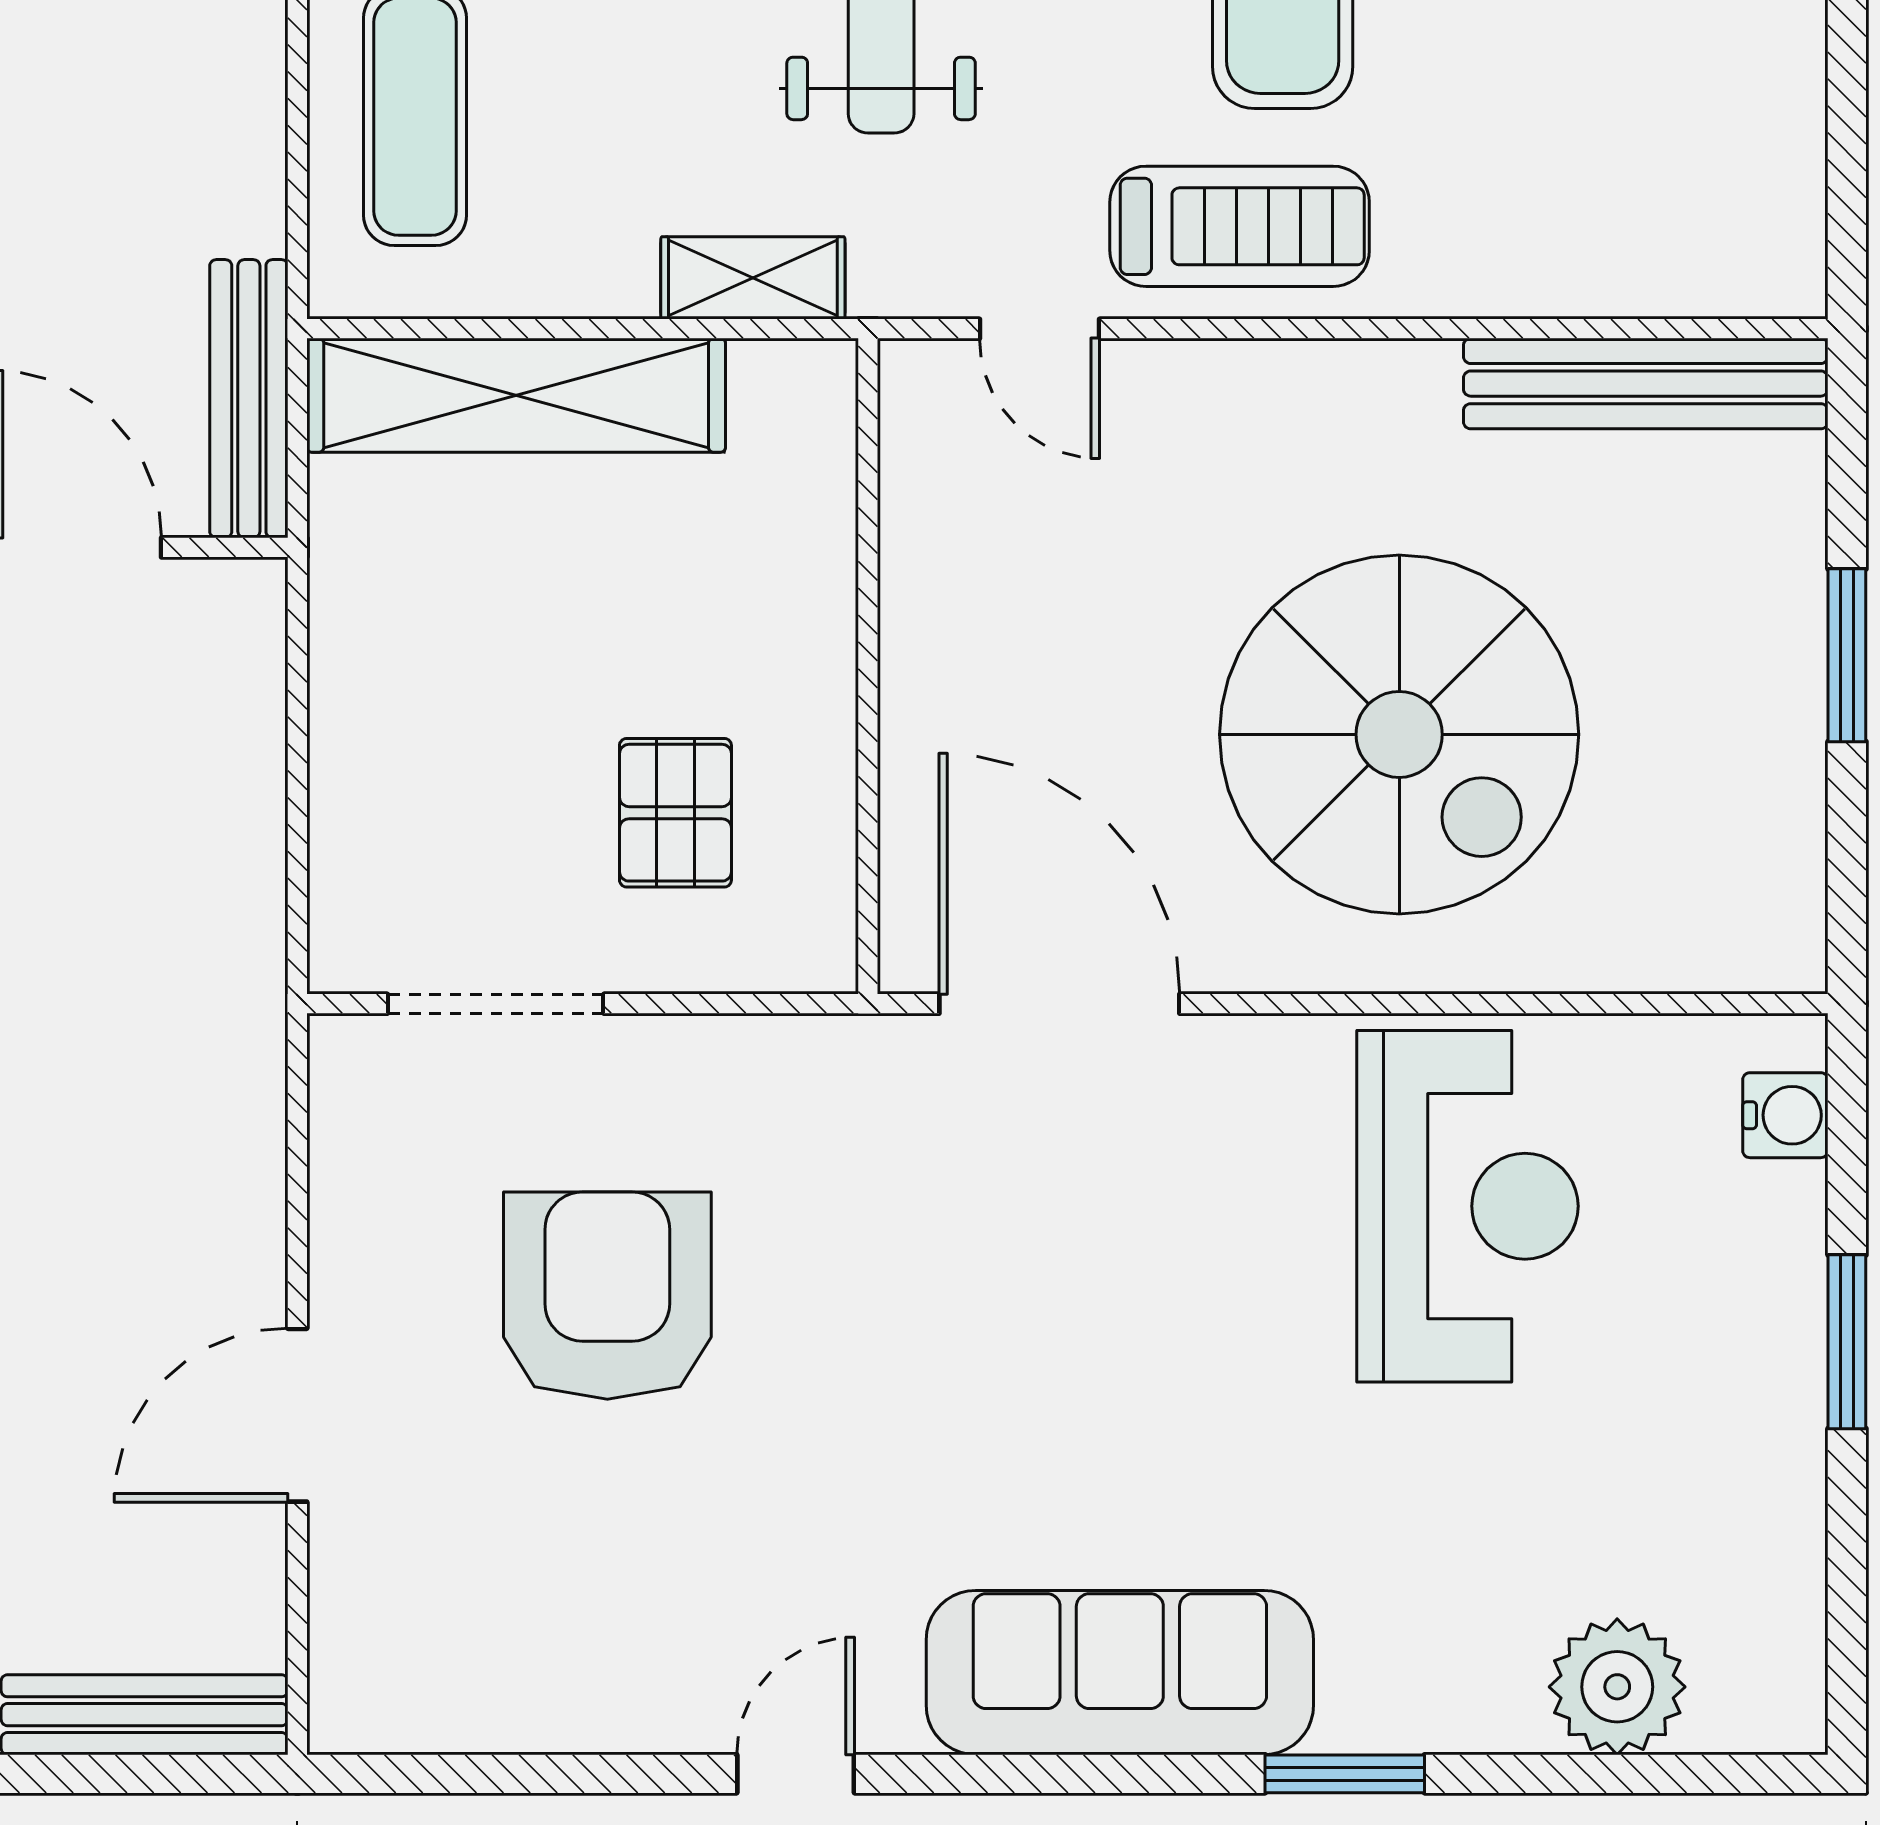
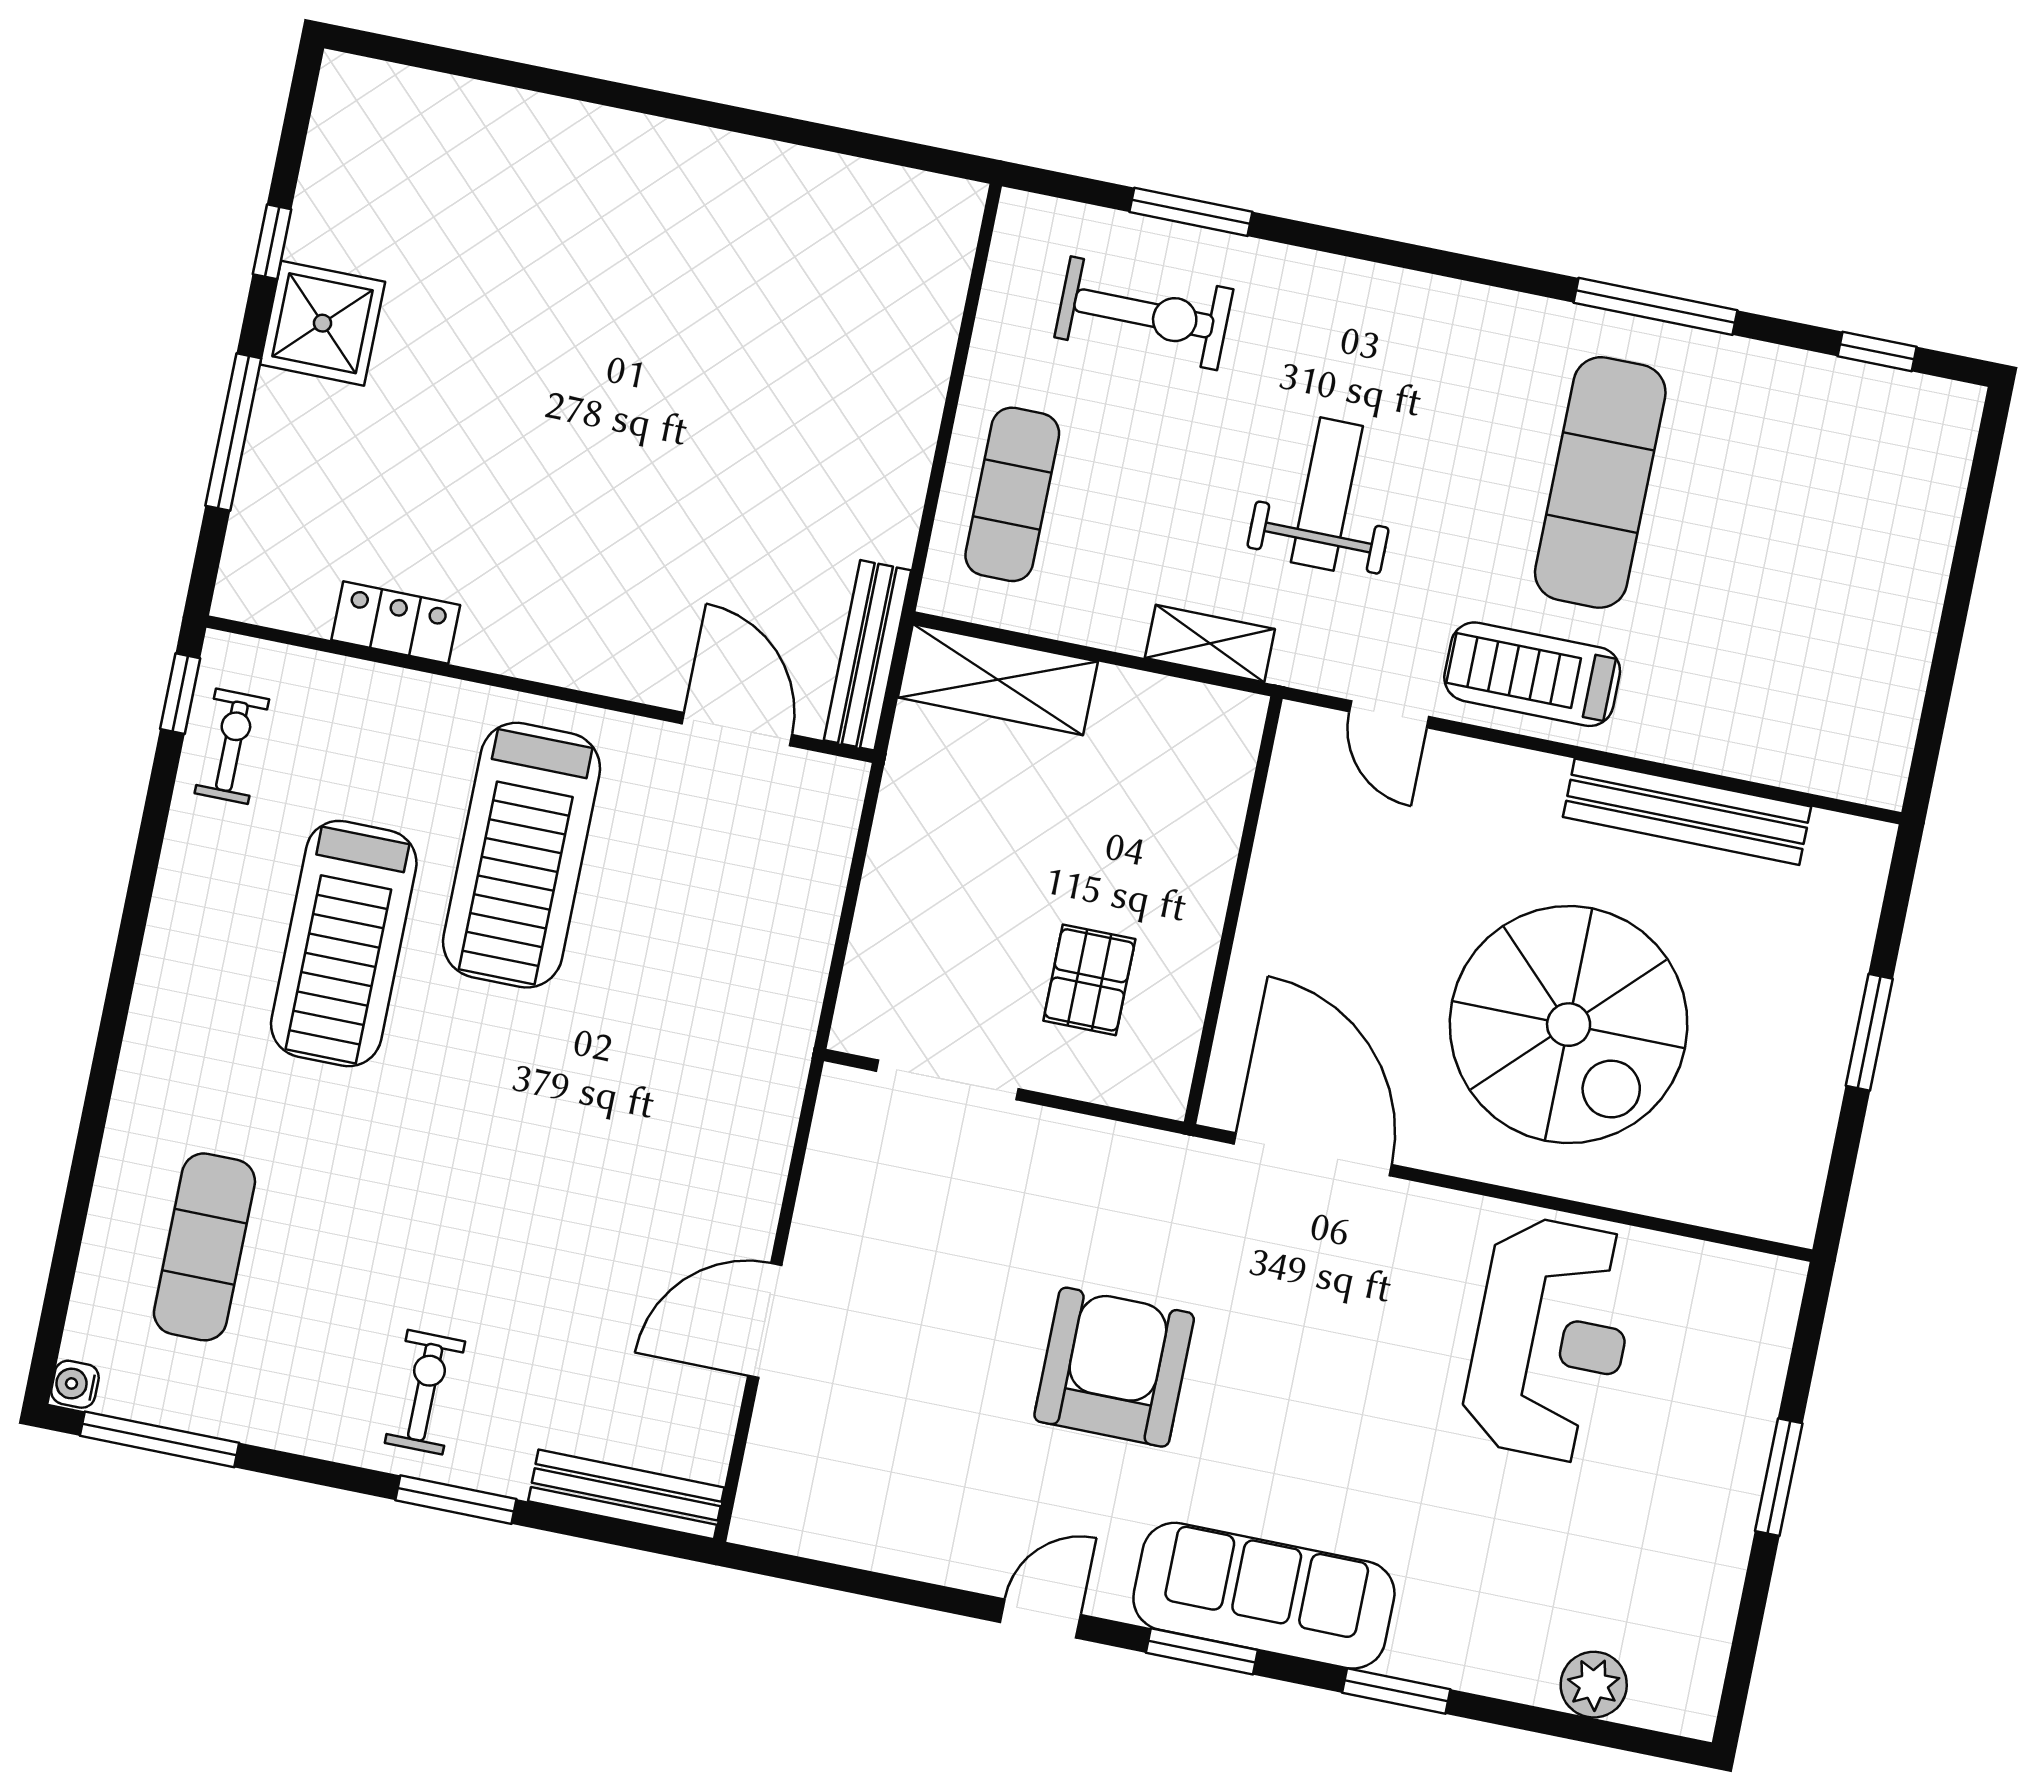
treadmill: (1240, 226) -> (1532, 674), turned 180
bench: (1646, 384) -> (1687, 812), moved
shelving: (516, 395) -> (998, 680), width x0.68
water cooler: (1785, 1115) -> (1769, 1322), removed
armchair: (607, 1296) -> (1114, 1367), moved
plant: (1617, 1687) -> (1594, 1685), width x0.73, depth x0.73
window: (1045, 1774) -> (1202, 1651), added

